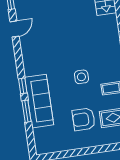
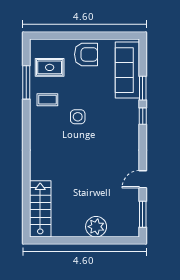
sofa: (39, 101) -> (127, 70), moved
armchair: (84, 119) -> (86, 54), moved

